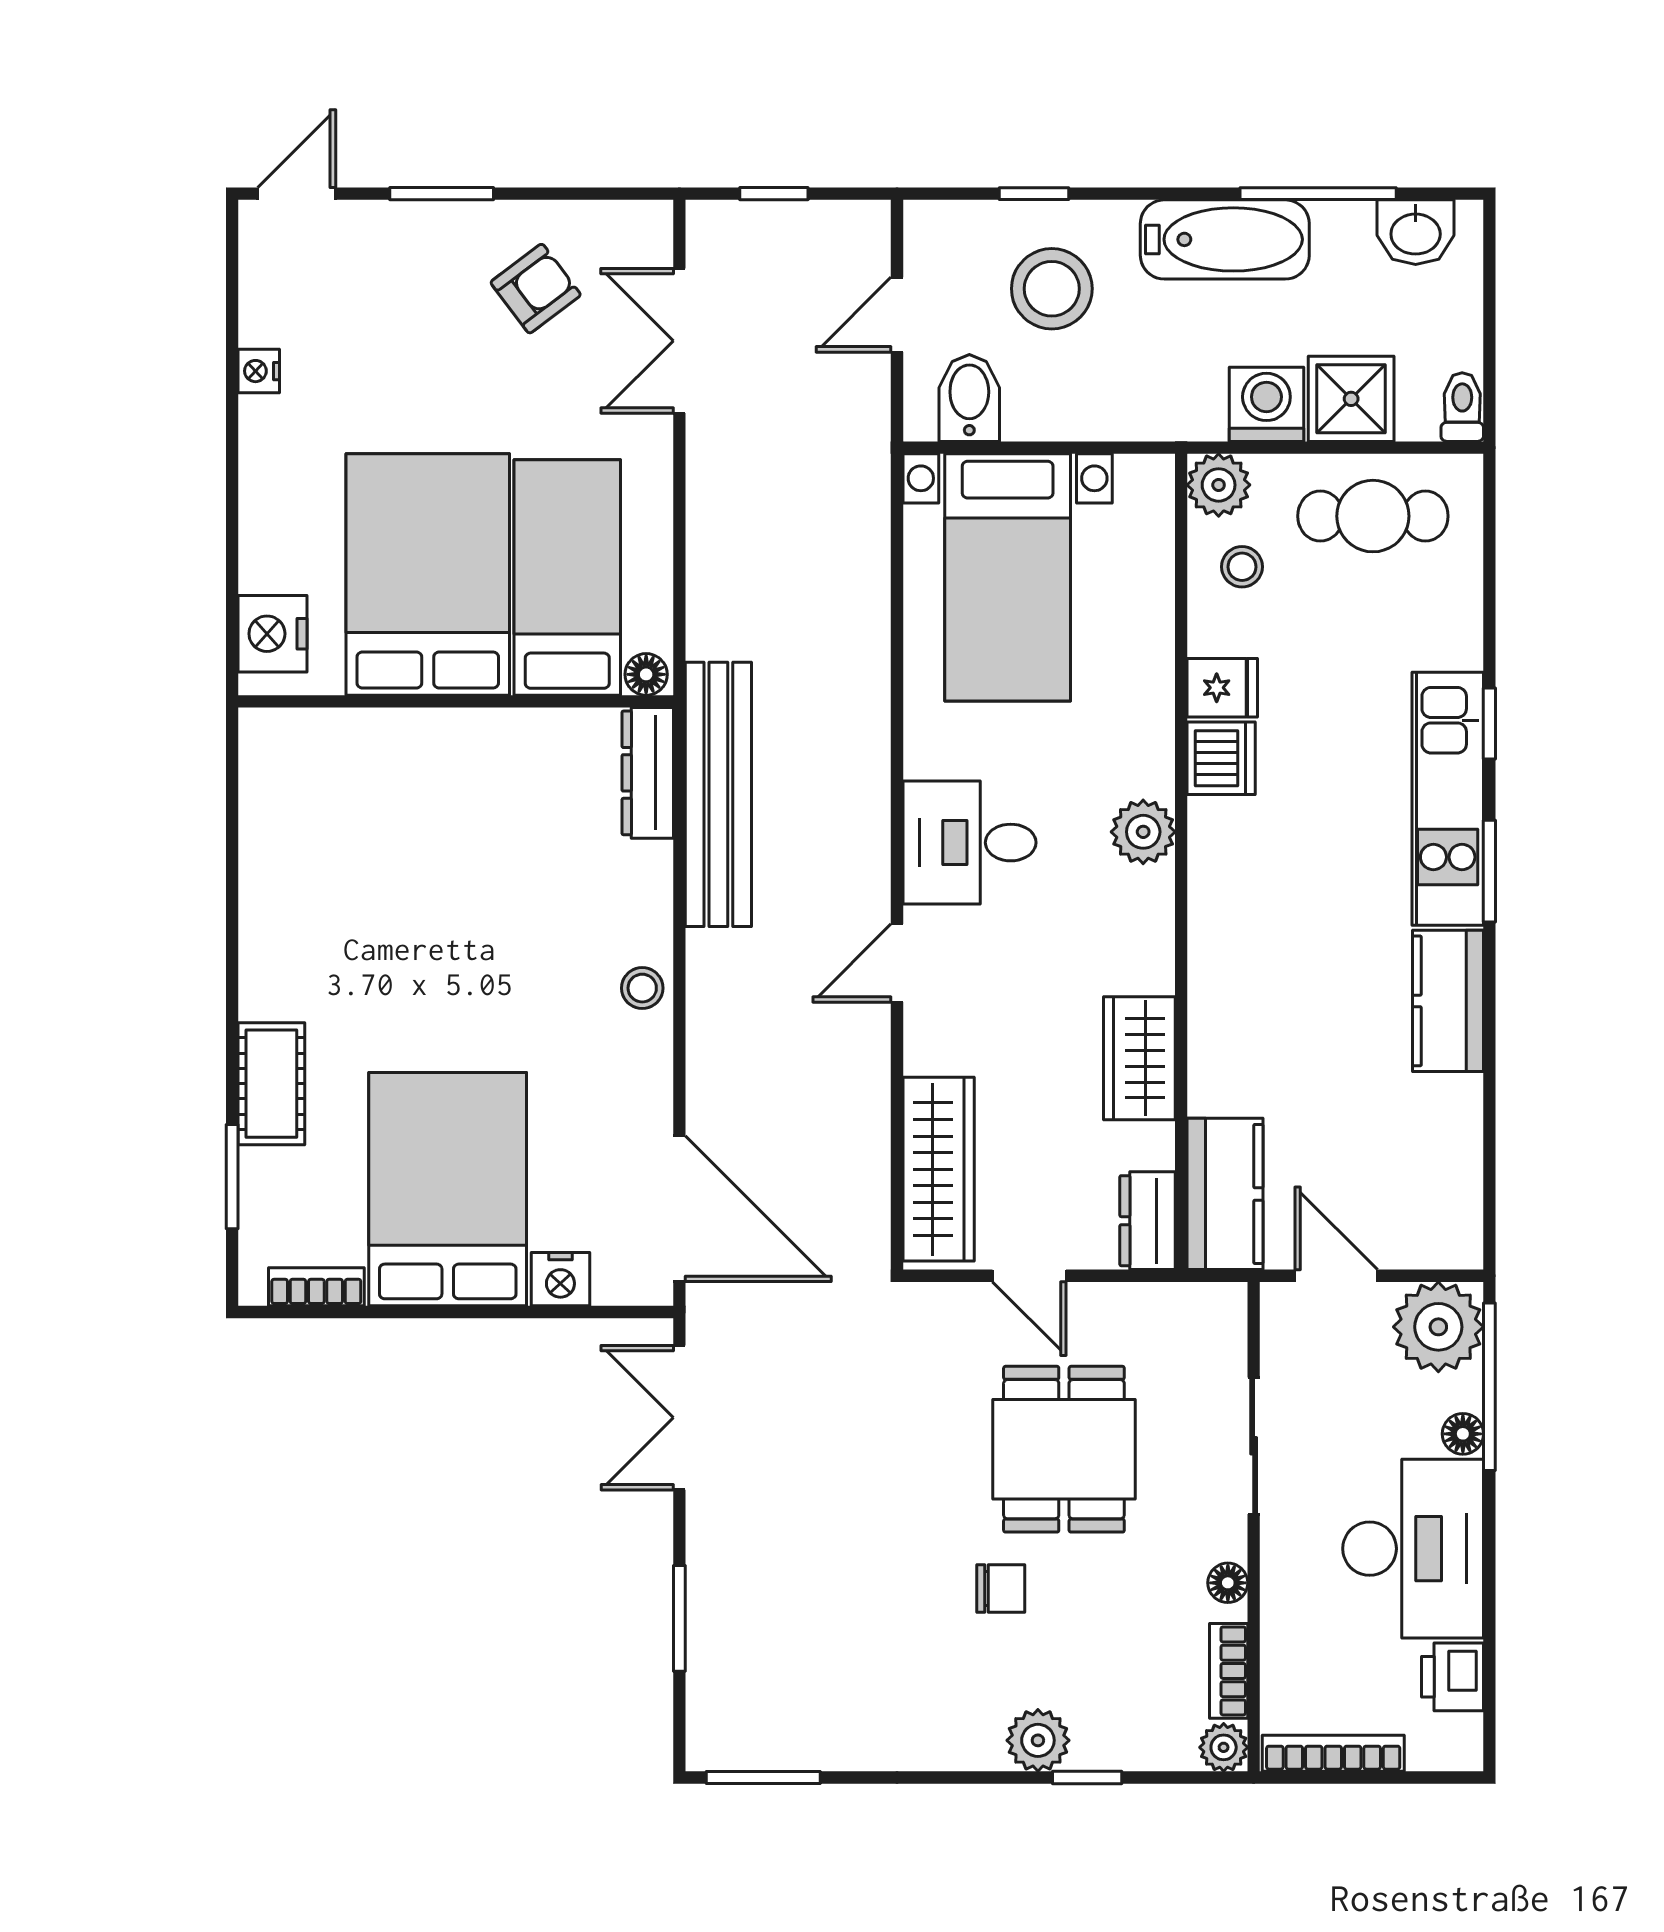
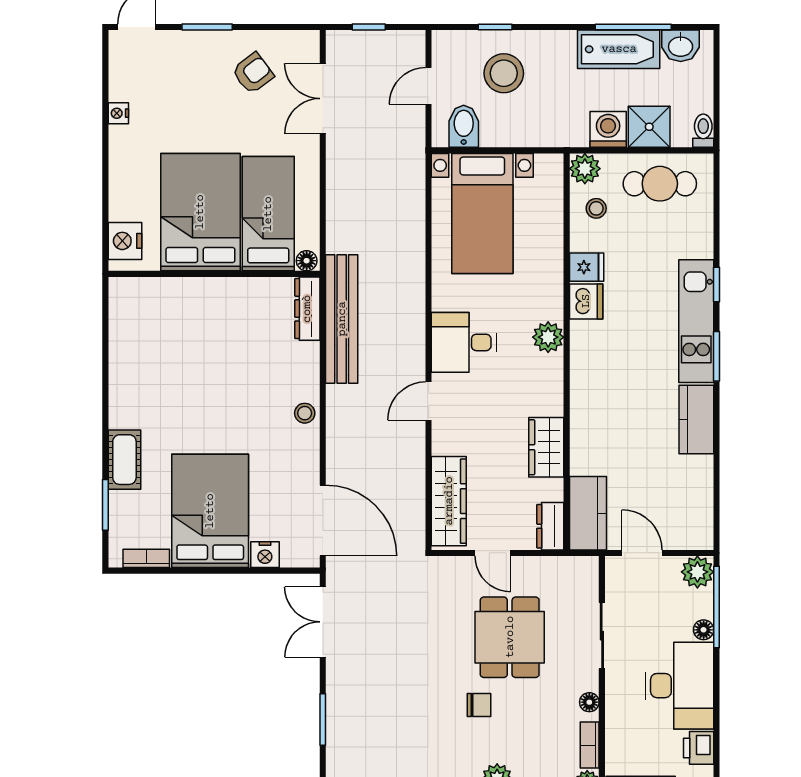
bathtub: (1225, 239) -> (619, 49), moved
plant: (1438, 1327) -> (697, 572), width x0.73, depth x0.73

